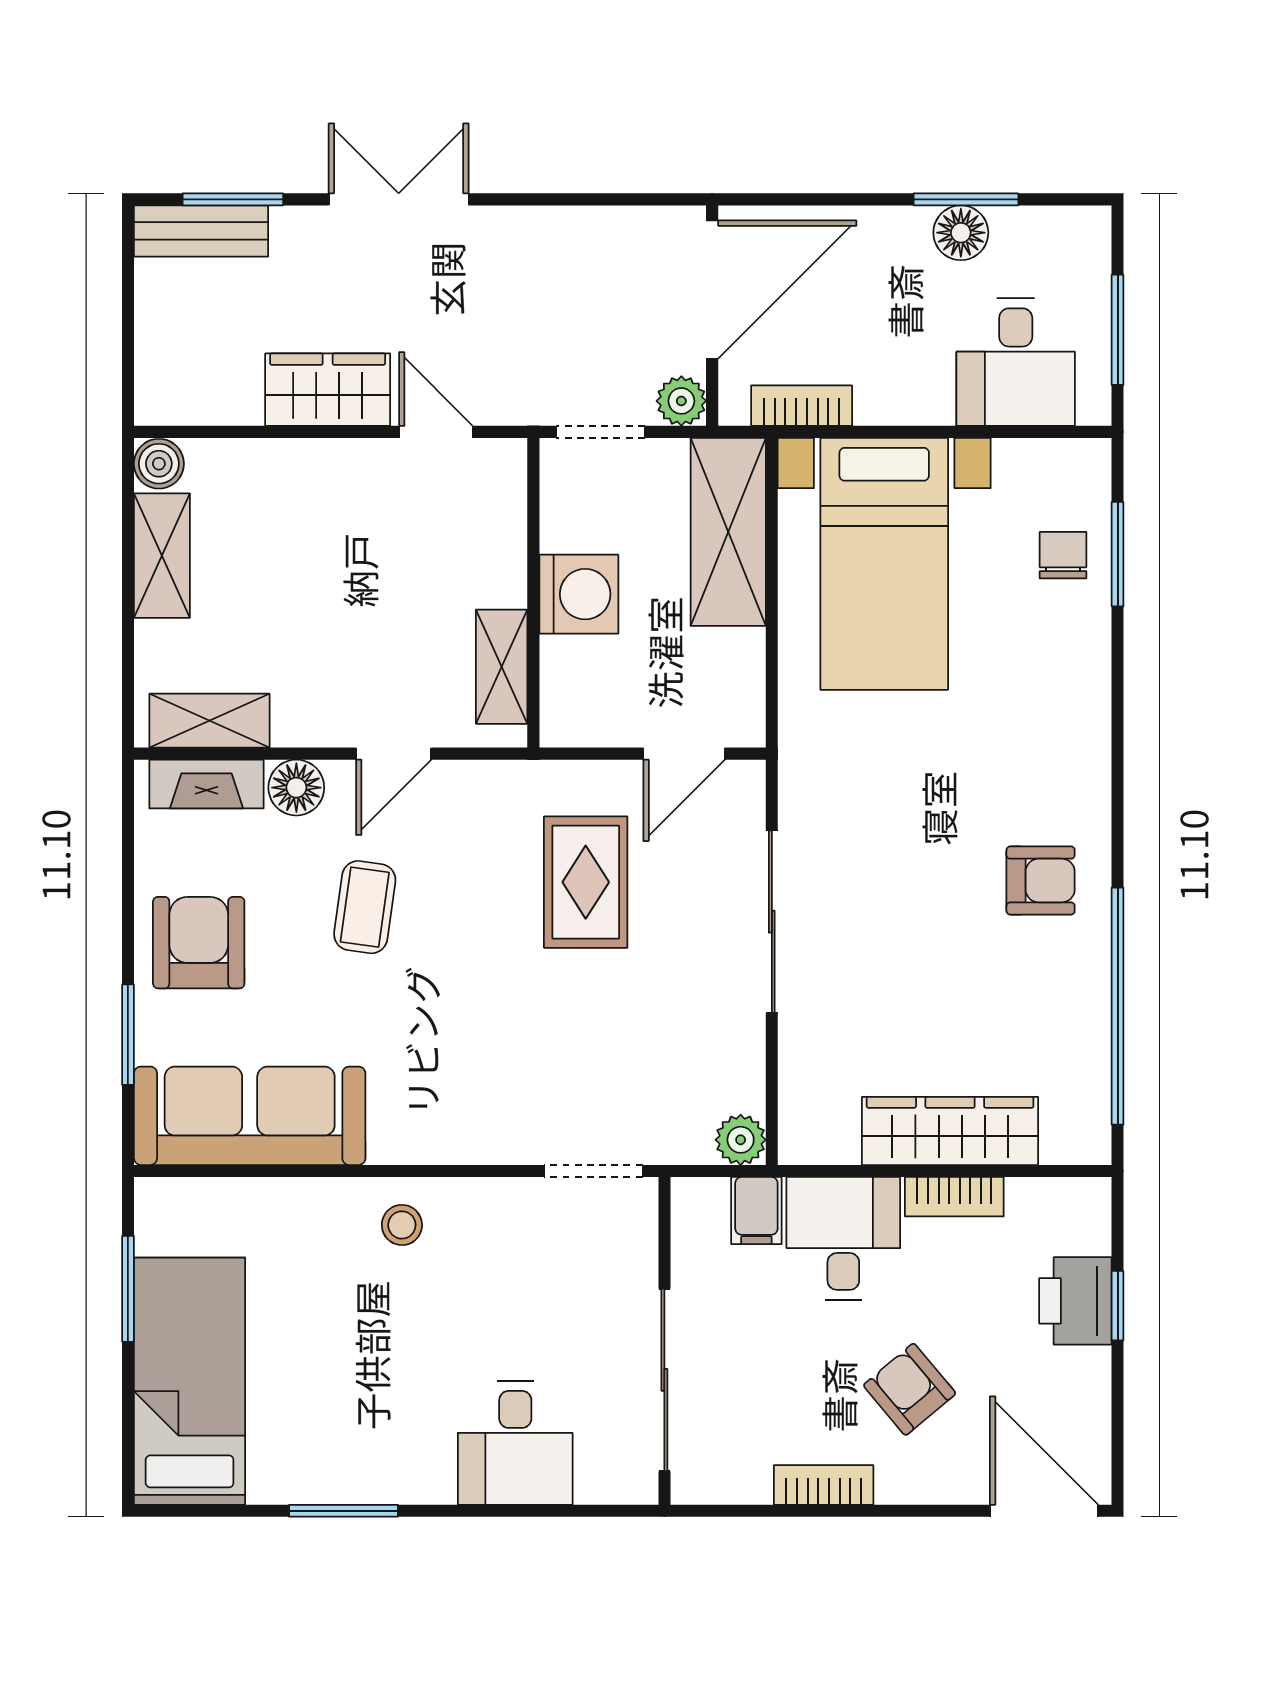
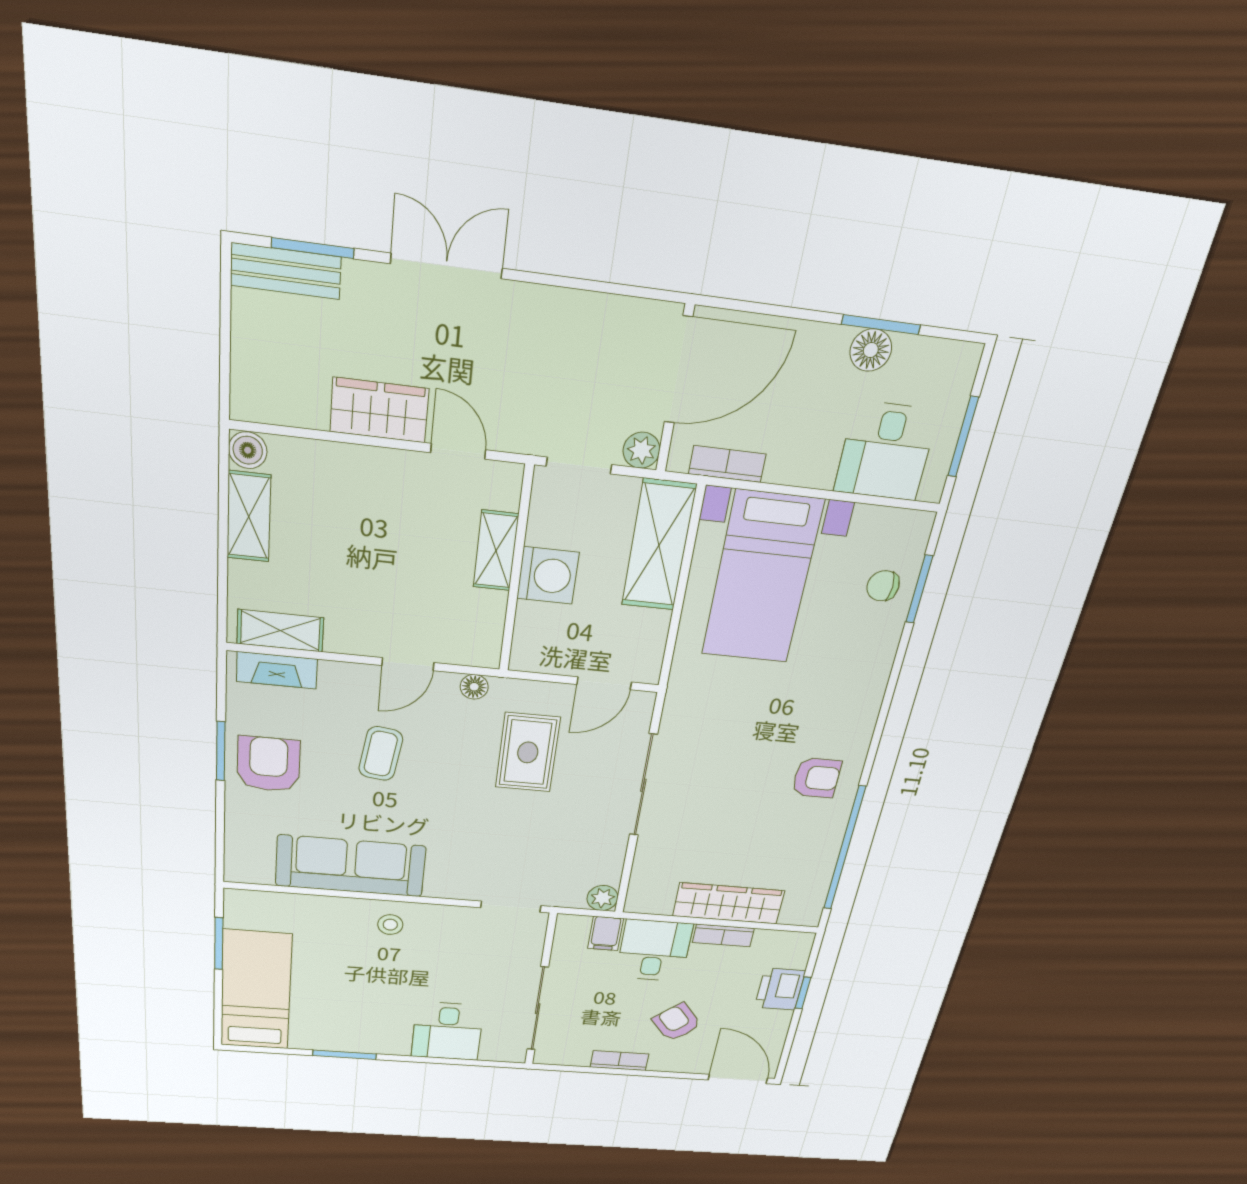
chair: (1063, 555) -> (883, 586), turned -90
shelving: (502, 667) -> (496, 551), moved
floor lamp: (296, 788) -> (474, 687), moved, width x0.73, depth x0.73
window: (128, 1035) -> (221, 751), moved
sofa: (250, 1116) -> (351, 866), moved

